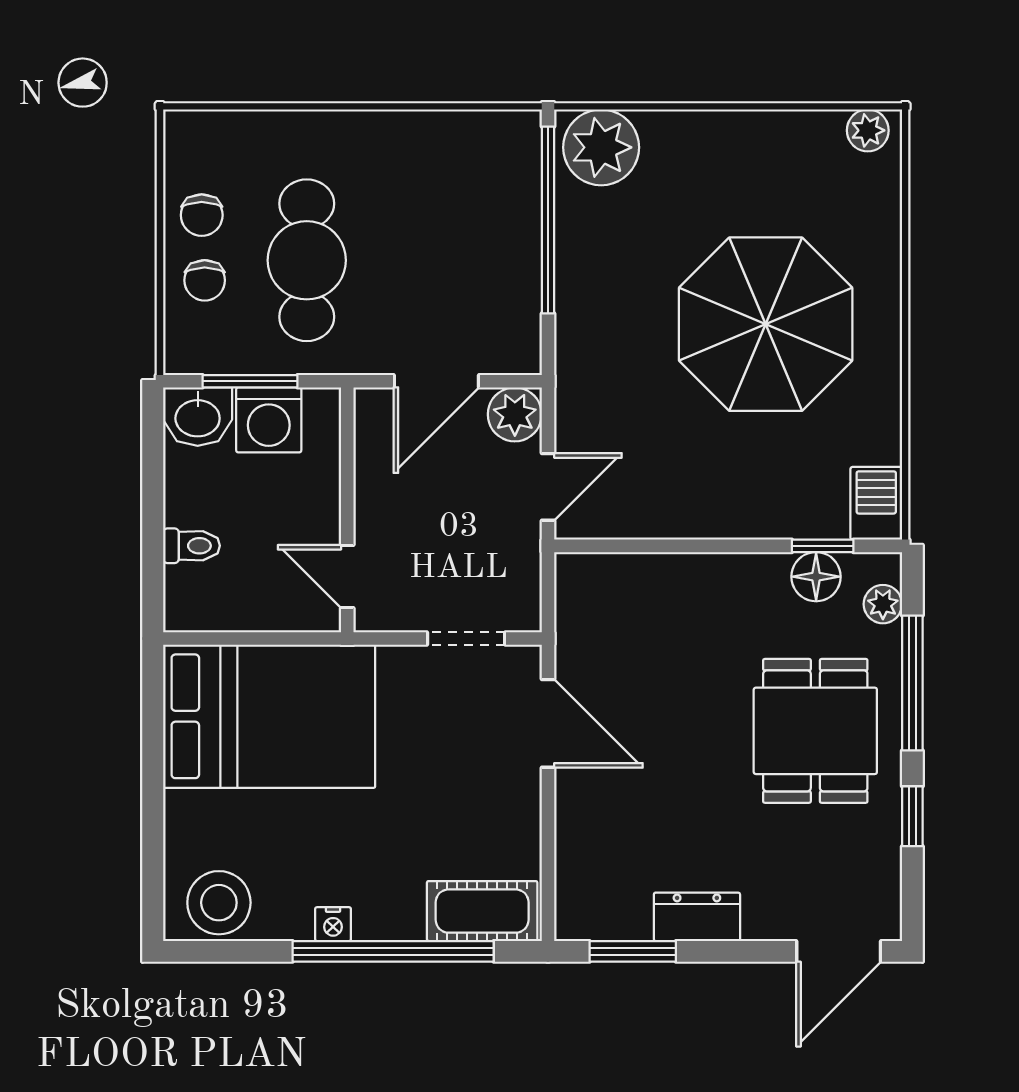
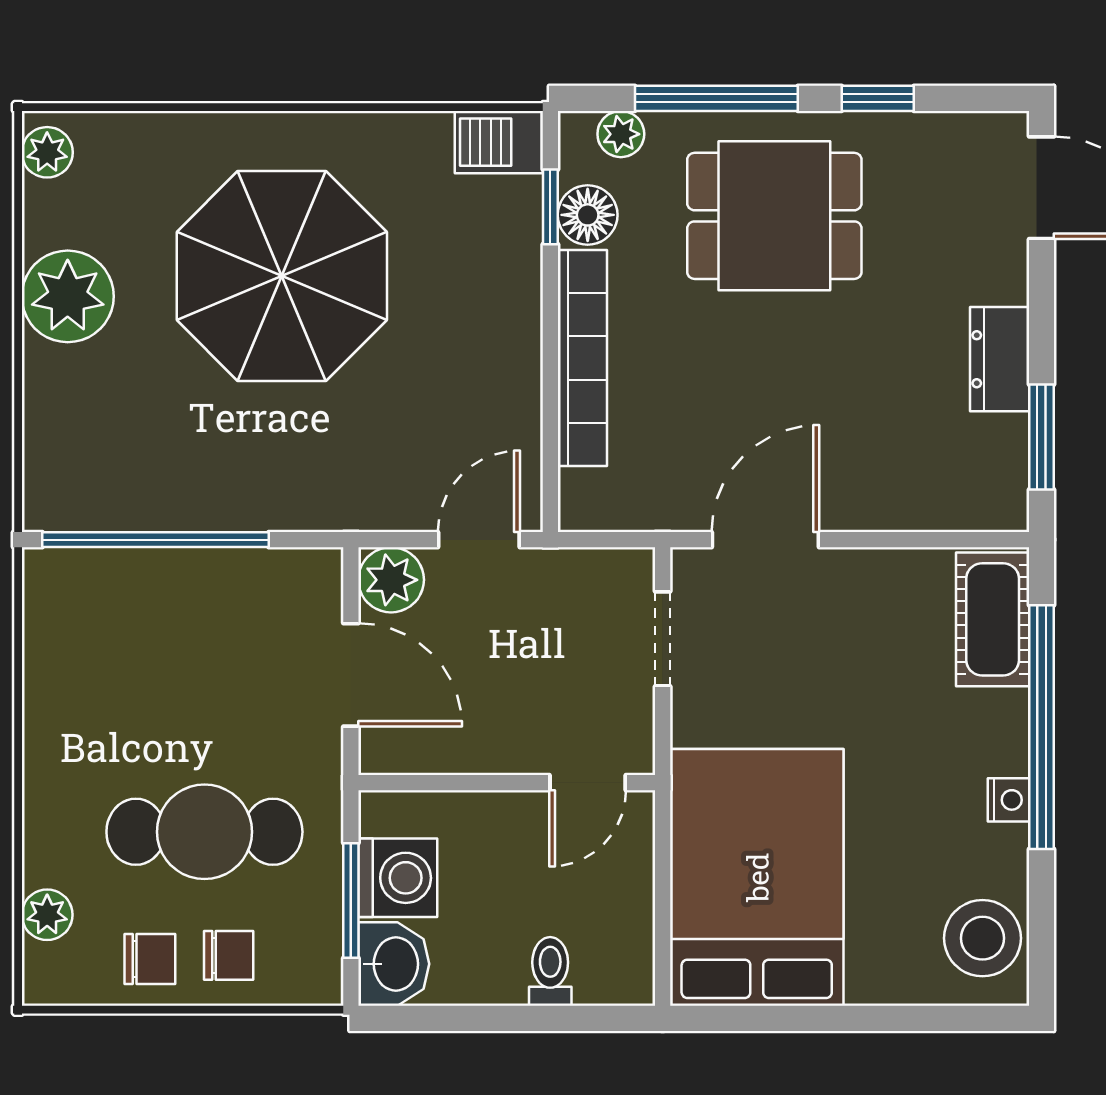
plant: (238, 130) -> (47, 915), added
plant: (601, 147) -> (68, 296), moved
door: (548, 487) -> (479, 540), hinge flipped
bookcase: (698, 572) -> (582, 358), added

